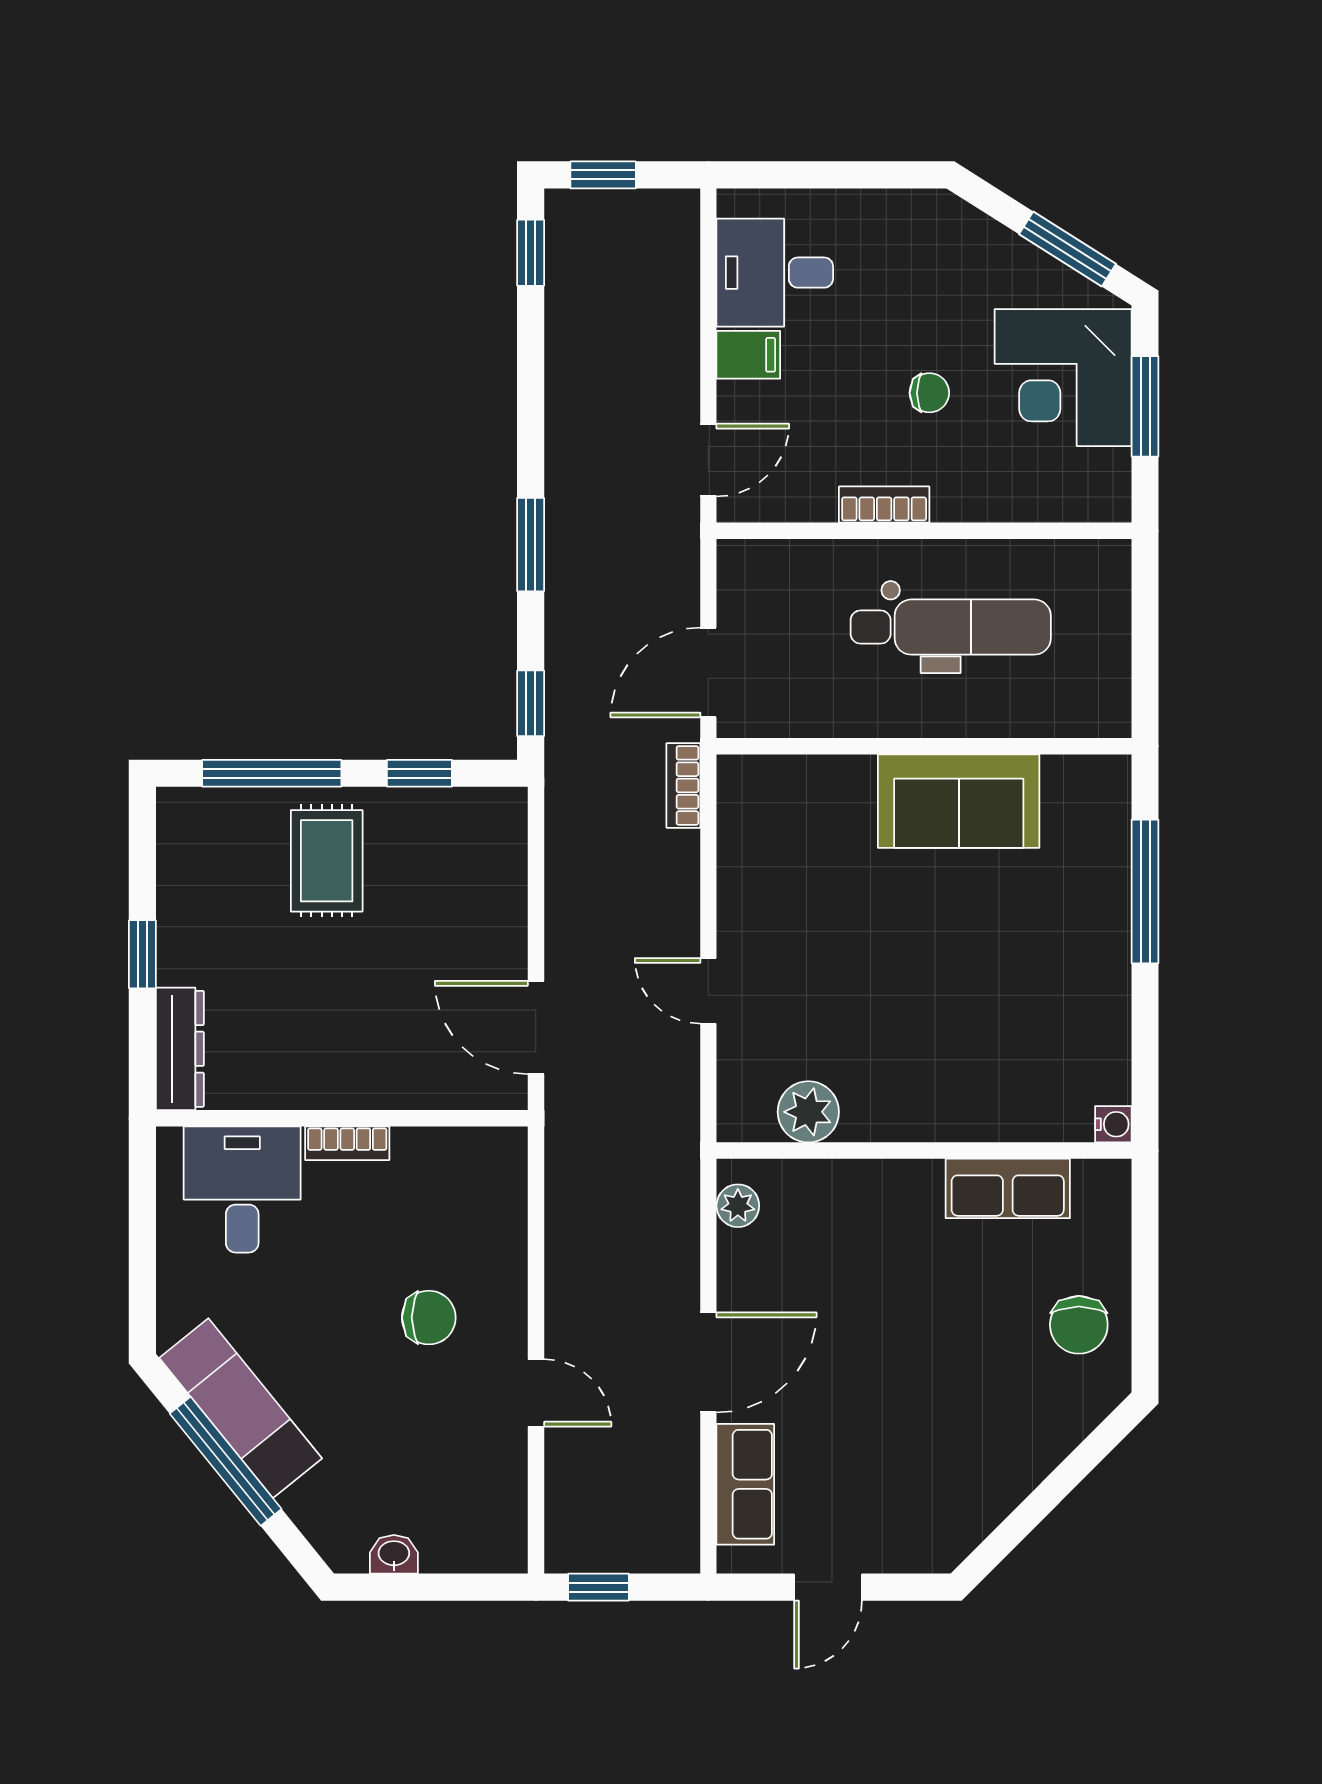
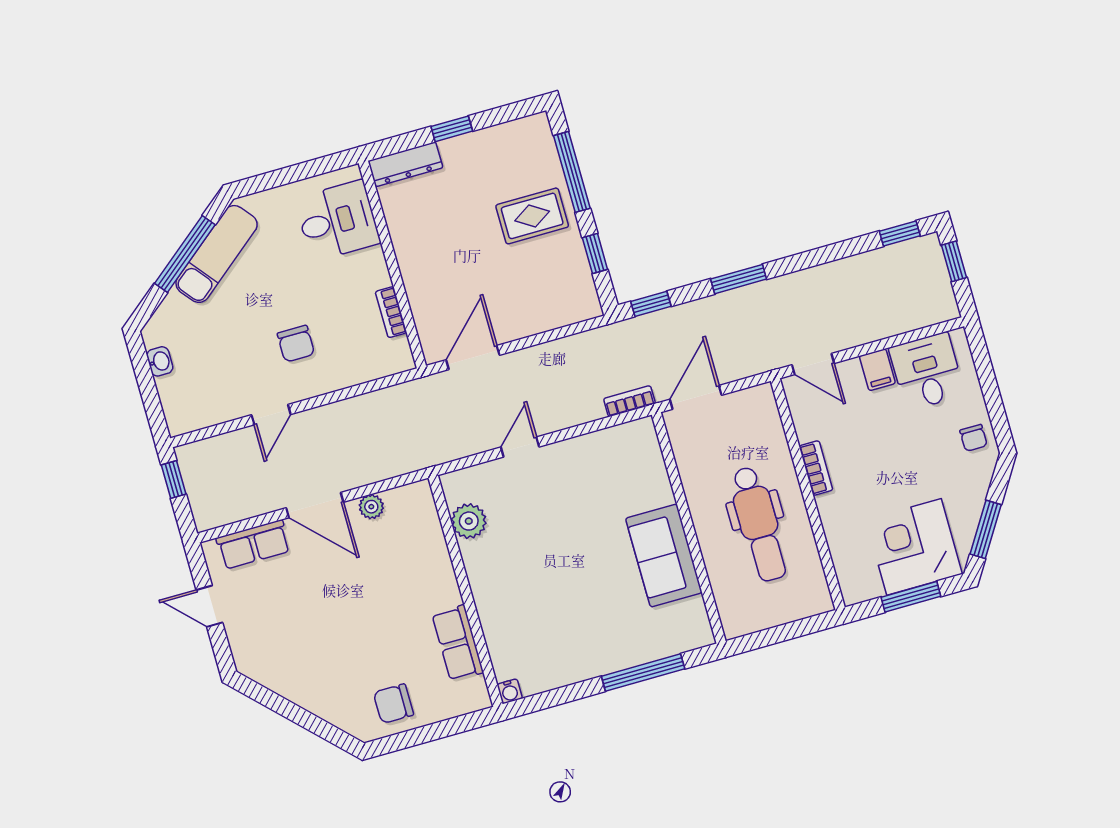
chair: (929, 393) -> (974, 438), moved
door: (708, 672) -> (696, 397), hinge flipped
bookcase: (347, 1143) -> (391, 312), moved
plant: (738, 1206) -> (371, 507), moved

